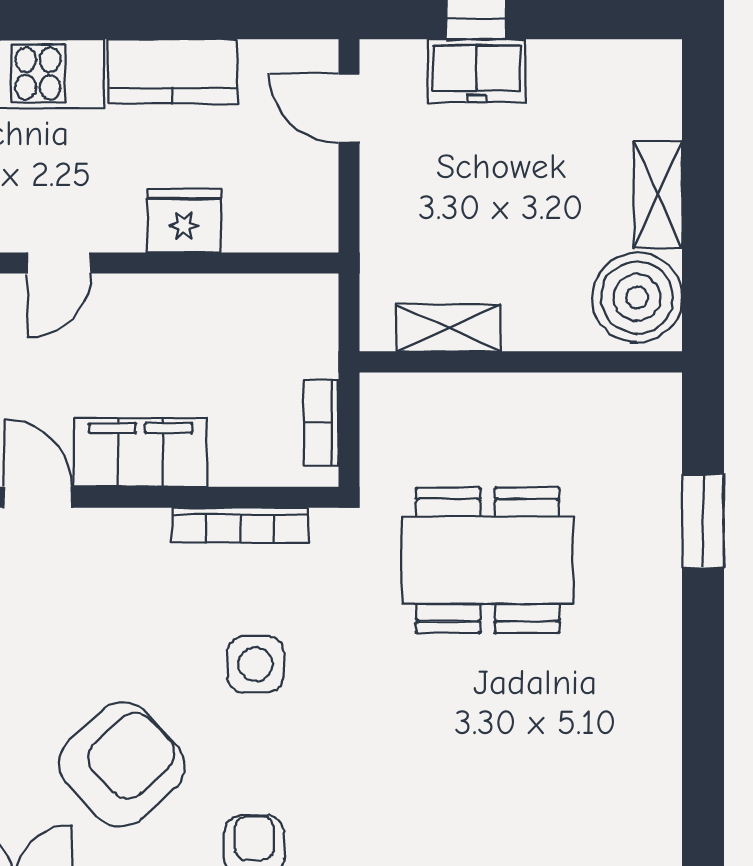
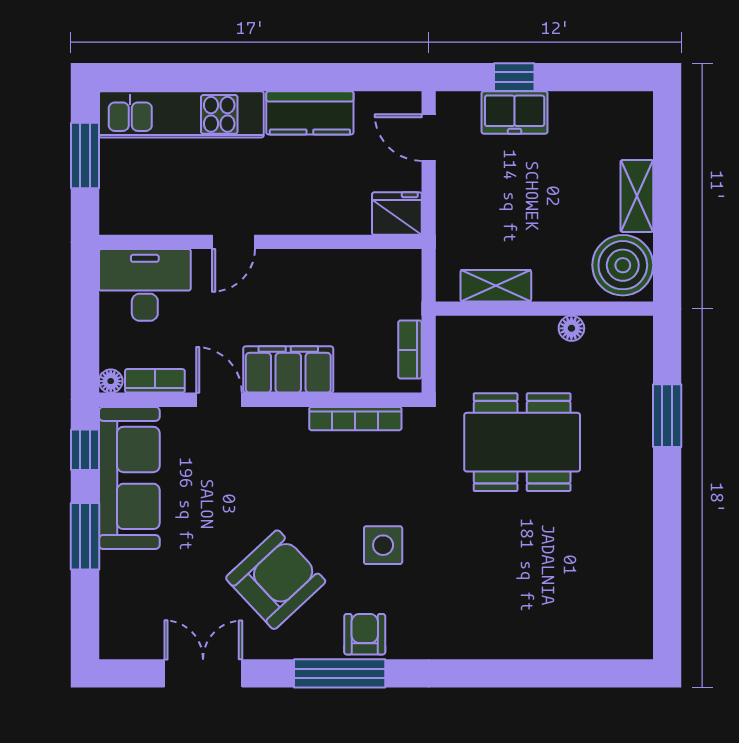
fridge: (184, 221) -> (397, 214), moved
floor lamp: (561, 391) -> (571, 328), added
side table: (255, 664) -> (383, 545), moved

